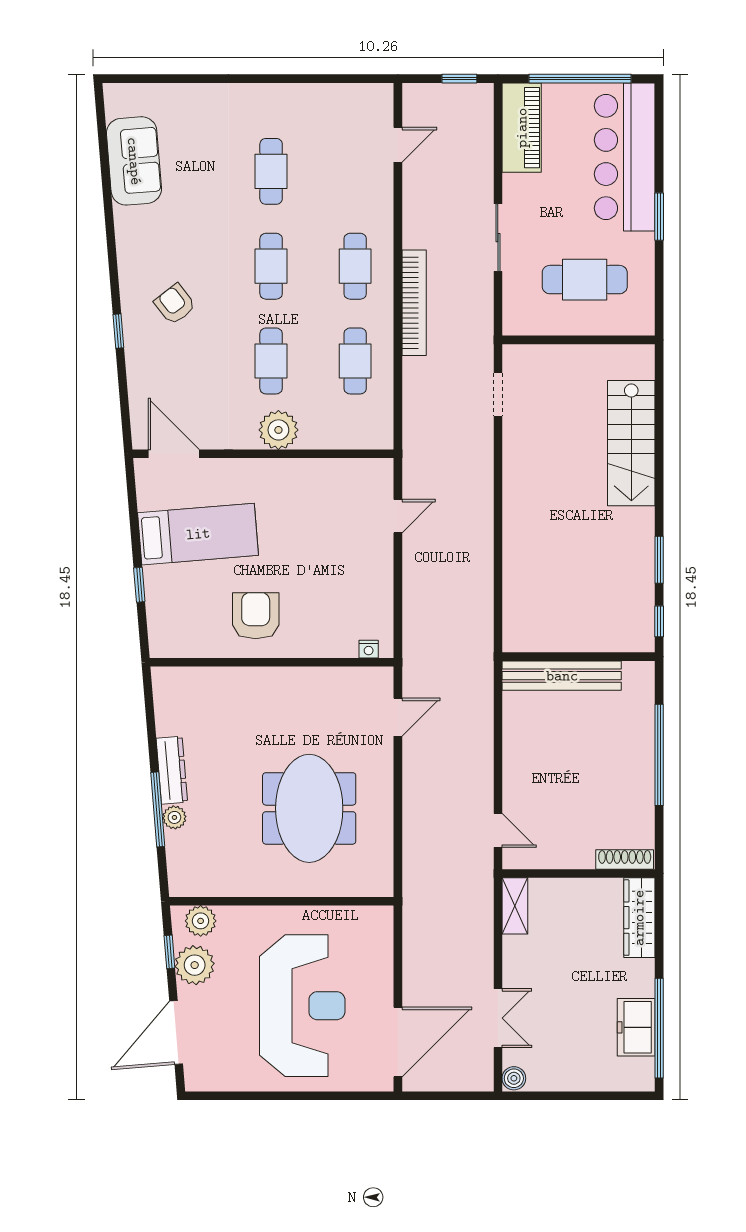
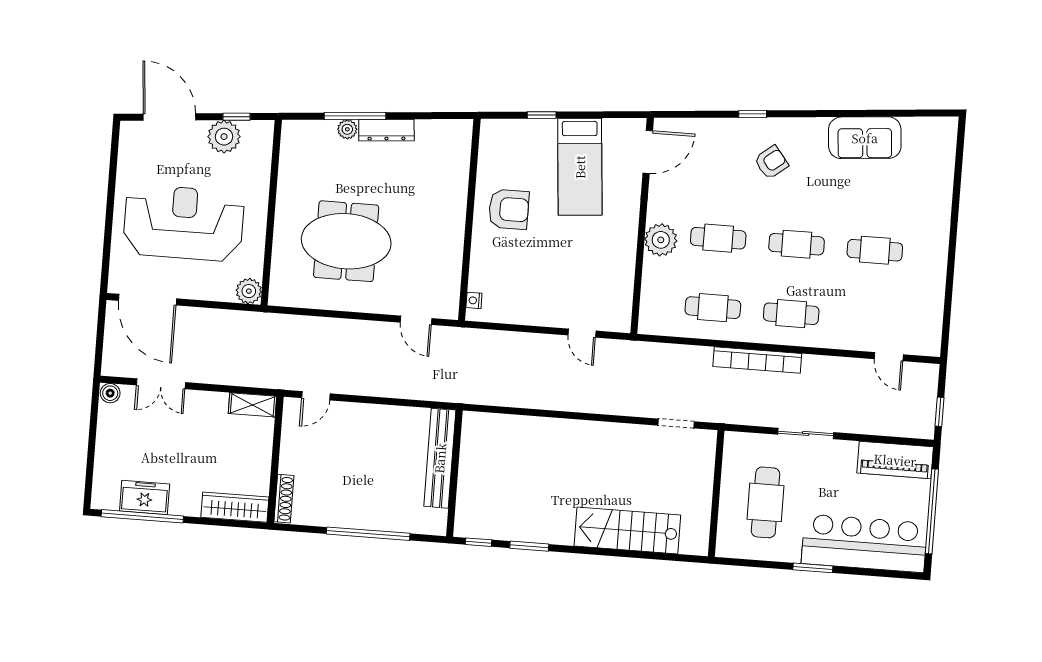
sofa: (134, 161) -> (865, 138), moved
plant: (201, 921) -> (249, 291), moved
reception desk: (302, 1006) -> (184, 223), turned 180

